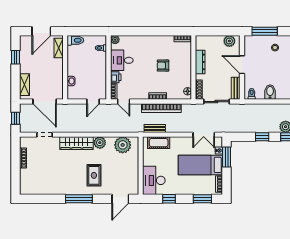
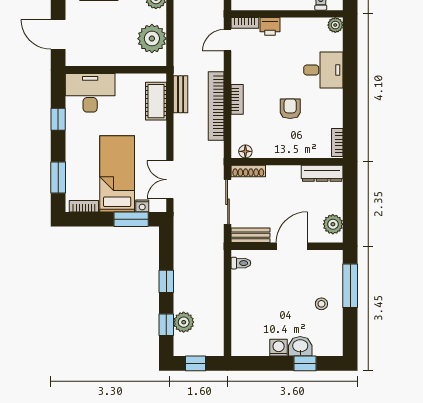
desk: (122, 60) -> (323, 70), moved, turned 90
dresser: (200, 62) -> (322, 173), moved
bidet: (270, 92) -> (244, 295), removed

